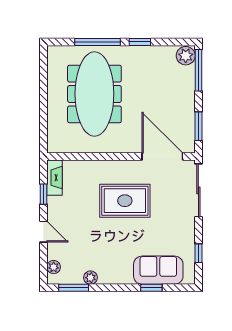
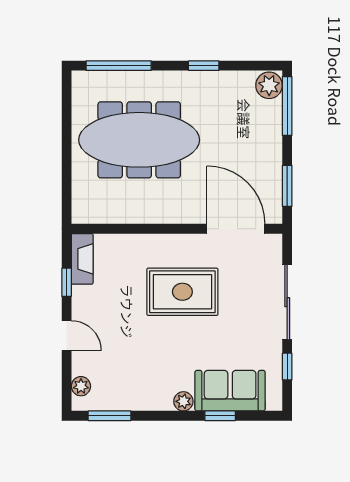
window: (98, 42) -> (119, 66), moved
meeting table: (94, 94) -> (139, 140), turned 90
sliding door: (198, 190) -> (287, 302), moved
plant: (90, 278) -> (183, 401), moved

